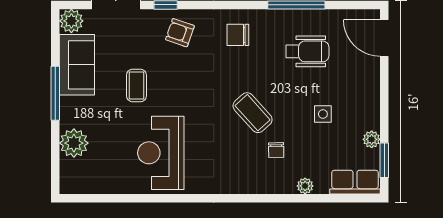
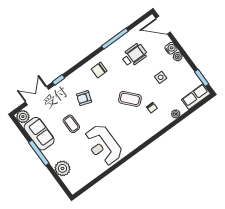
armchair: (180, 33) -> (84, 98), moved
water cooler: (371, 82) -> (171, 48), added
plant: (372, 139) -> (178, 57), moved

